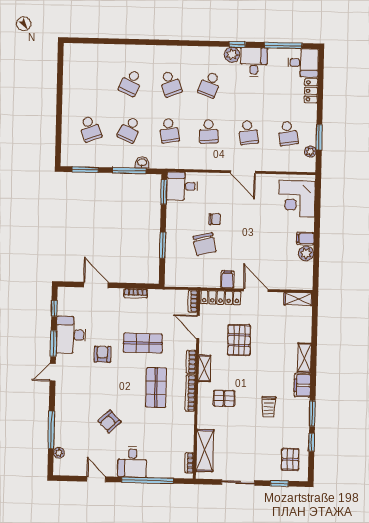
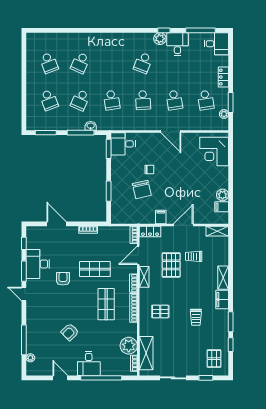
school desk: (170, 84) -> (49, 63), moved
locker: (311, 91) -> (223, 77), moved
filing cabinet: (305, 238) -> (222, 207), moved
door: (256, 290) -> (183, 225), hinge flipped
locker: (221, 297) -> (150, 231), width x0.66
door: (198, 327) -> (138, 255), hinge flipped
trolley: (268, 330) -> (194, 256), added
shelving: (204, 368) -> (144, 277), moved
door: (53, 372) -> (24, 294), hinge flipped
plant: (183, 441) -> (129, 346), added

